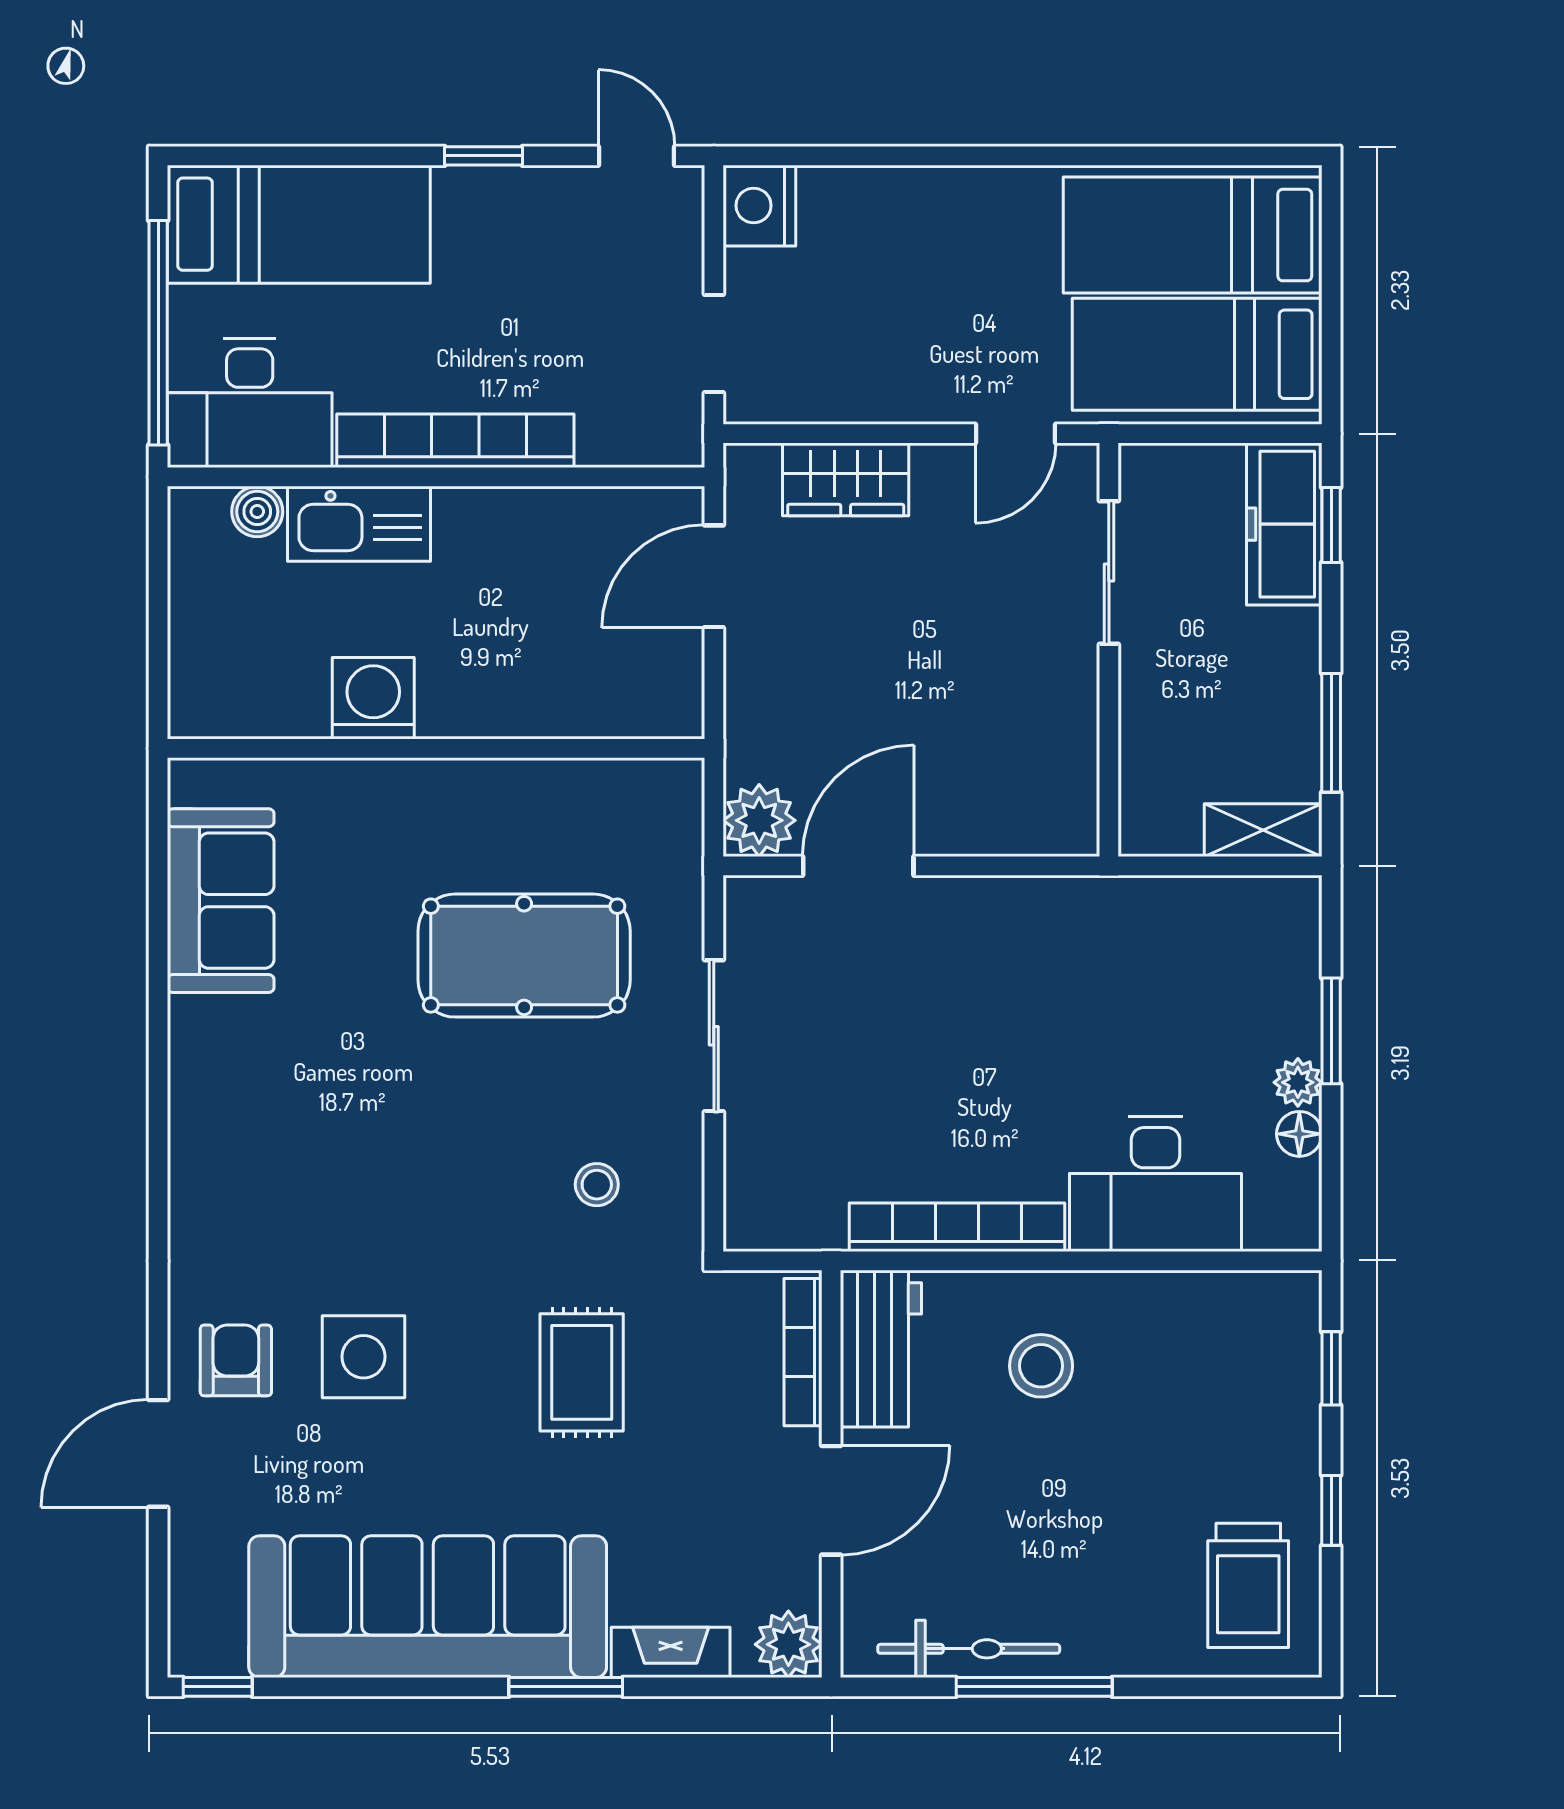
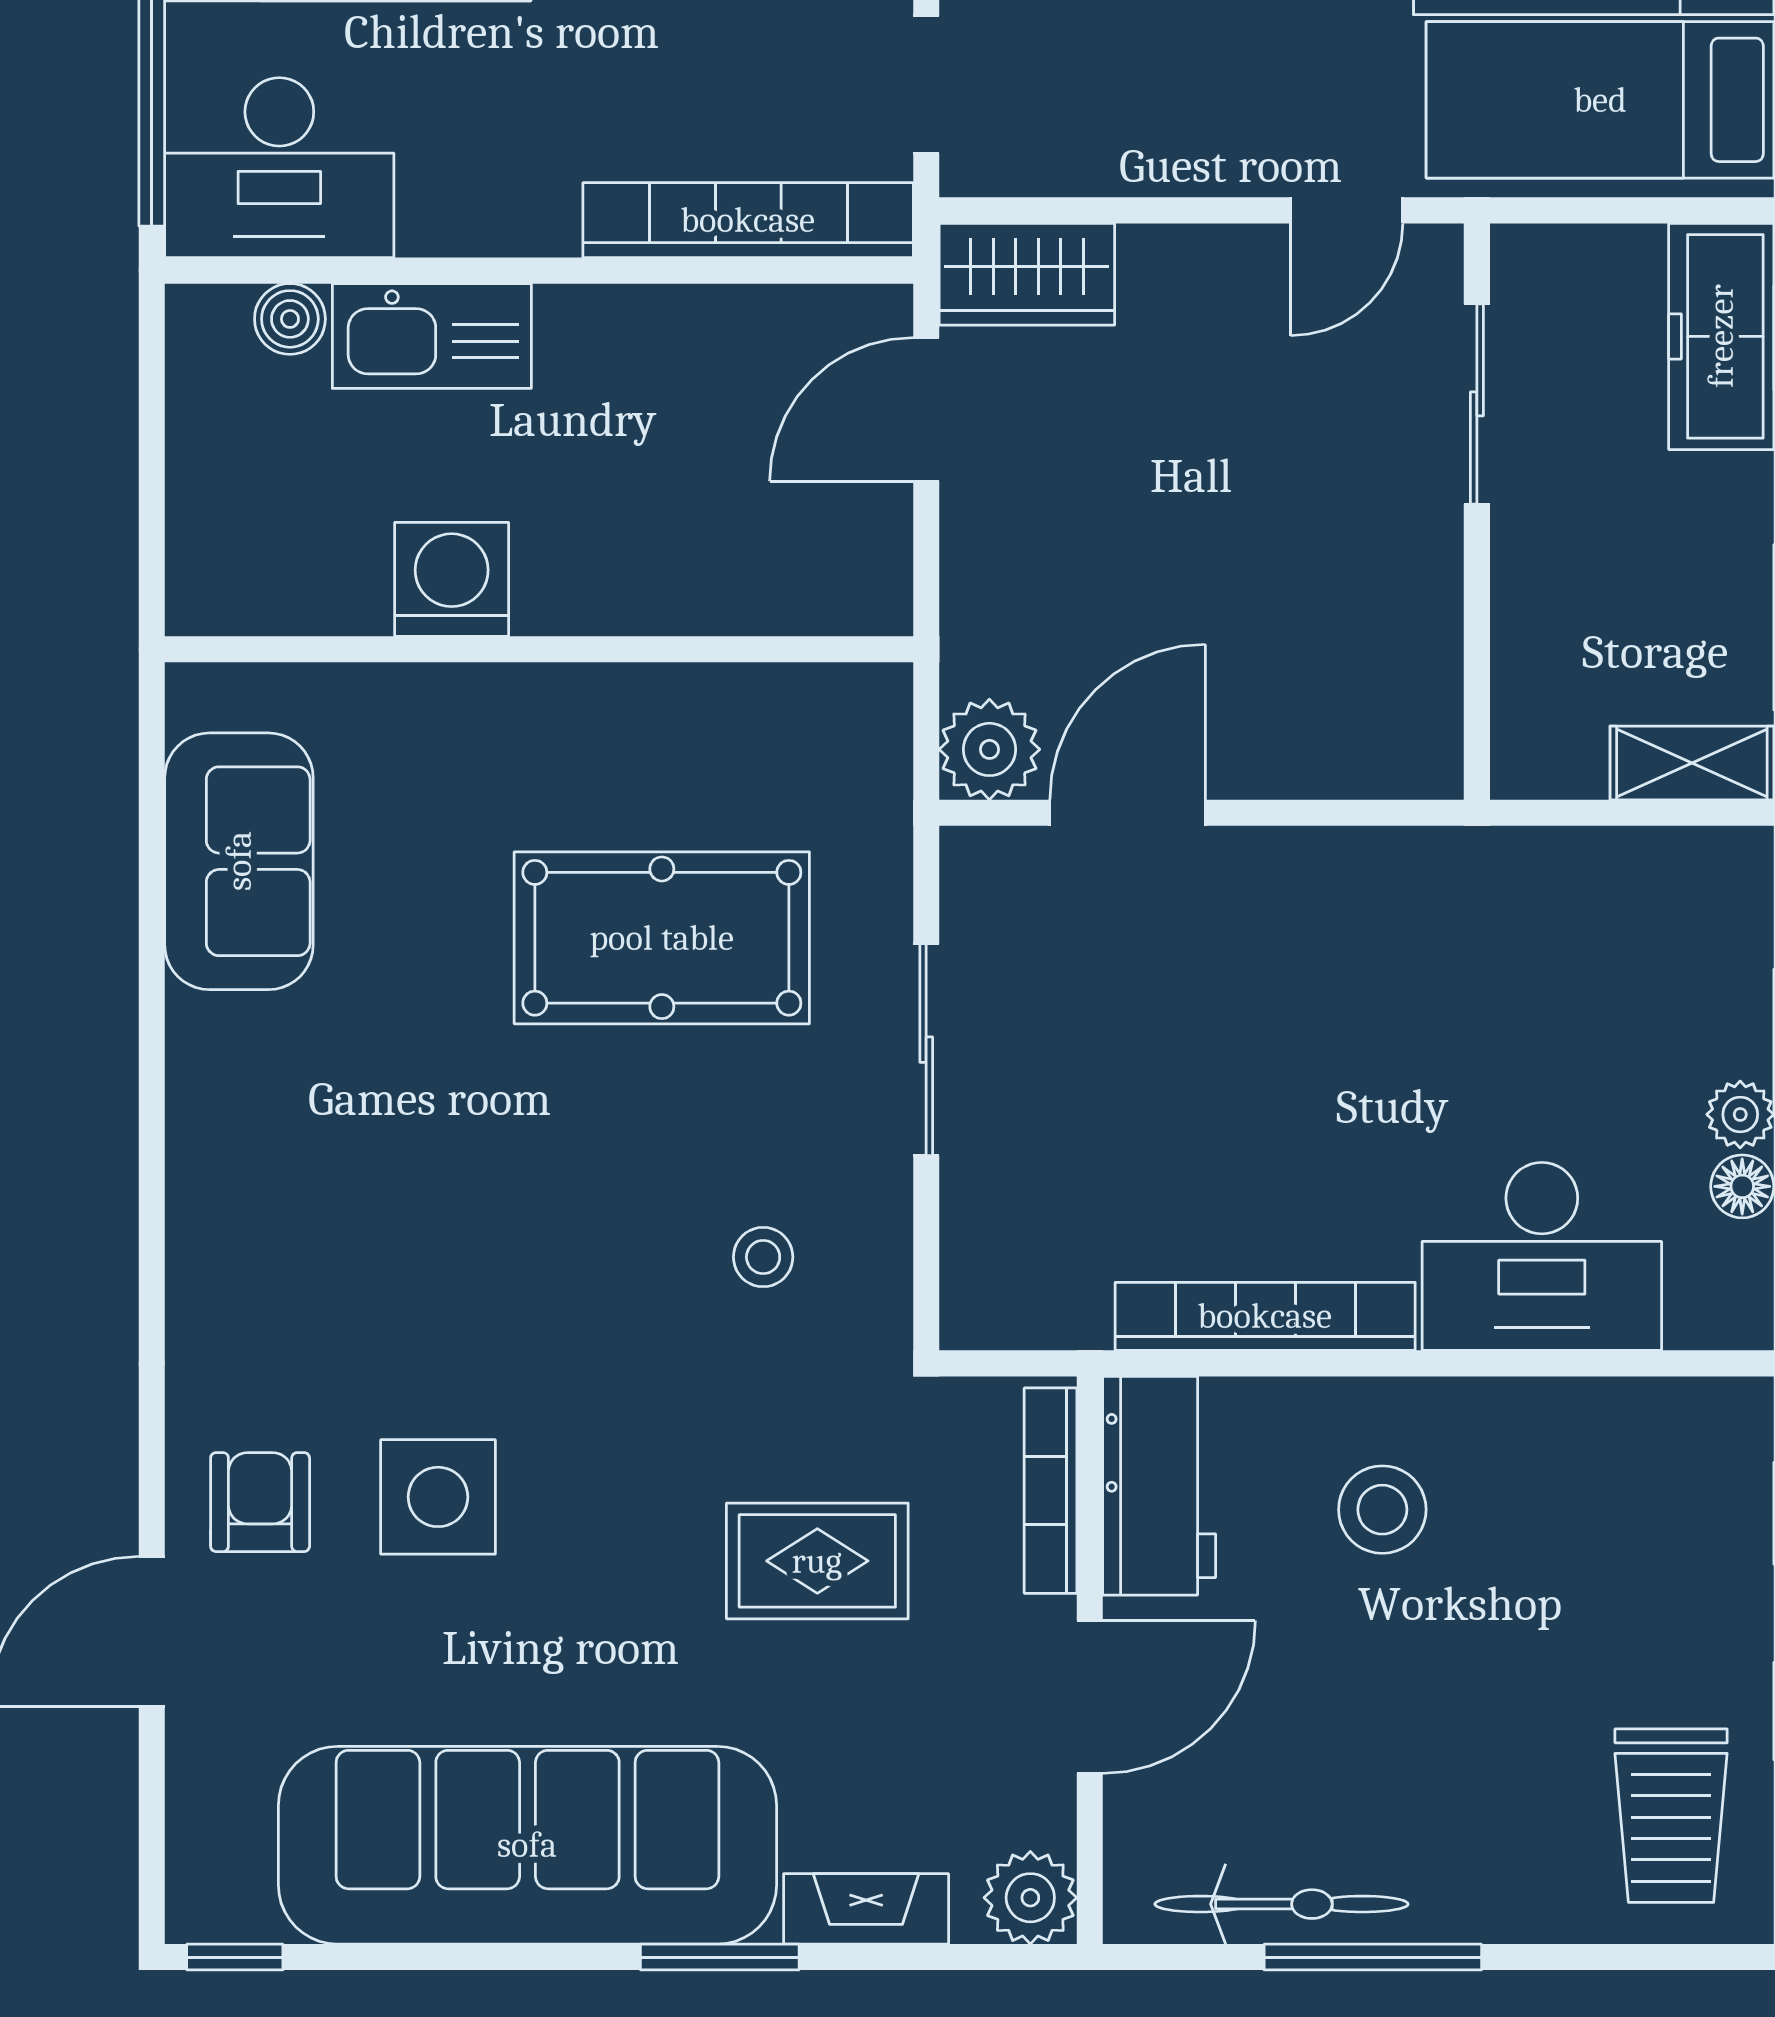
bookcase: (455, 441) -> (748, 220), moved
wardrobe: (846, 479) -> (1027, 274), moved
rug: (582, 1372) -> (817, 1561), moved, turned 90

